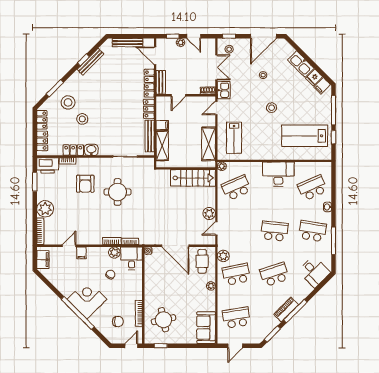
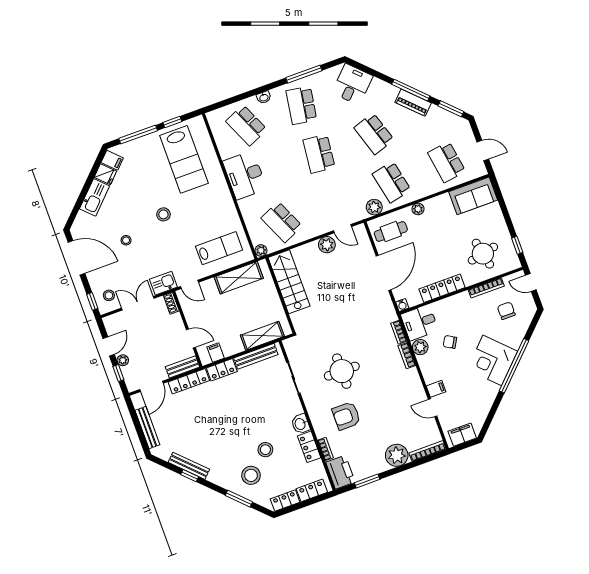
filing cabinet: (162, 125) -> (216, 353), moved
armchair: (85, 184) -> (346, 416), turned 180
locker: (150, 283) -> (442, 288), added

